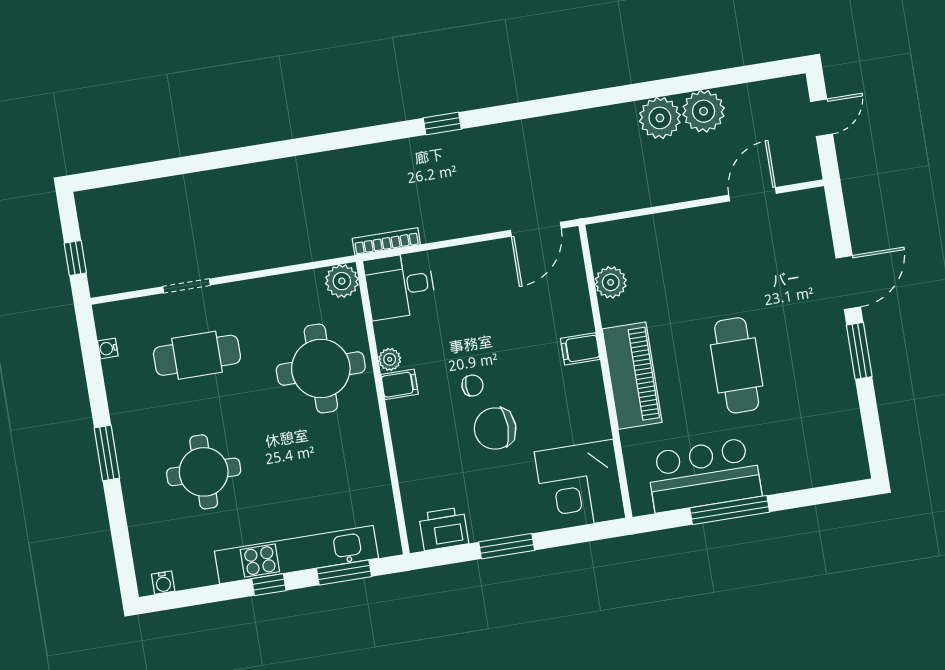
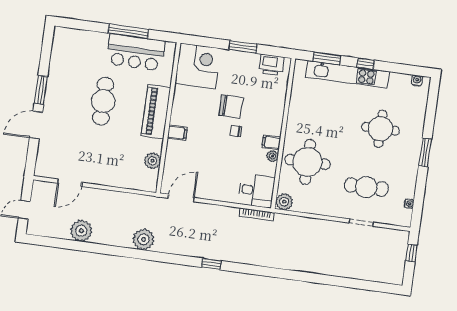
plant: (660, 118) -> (144, 239), moved

